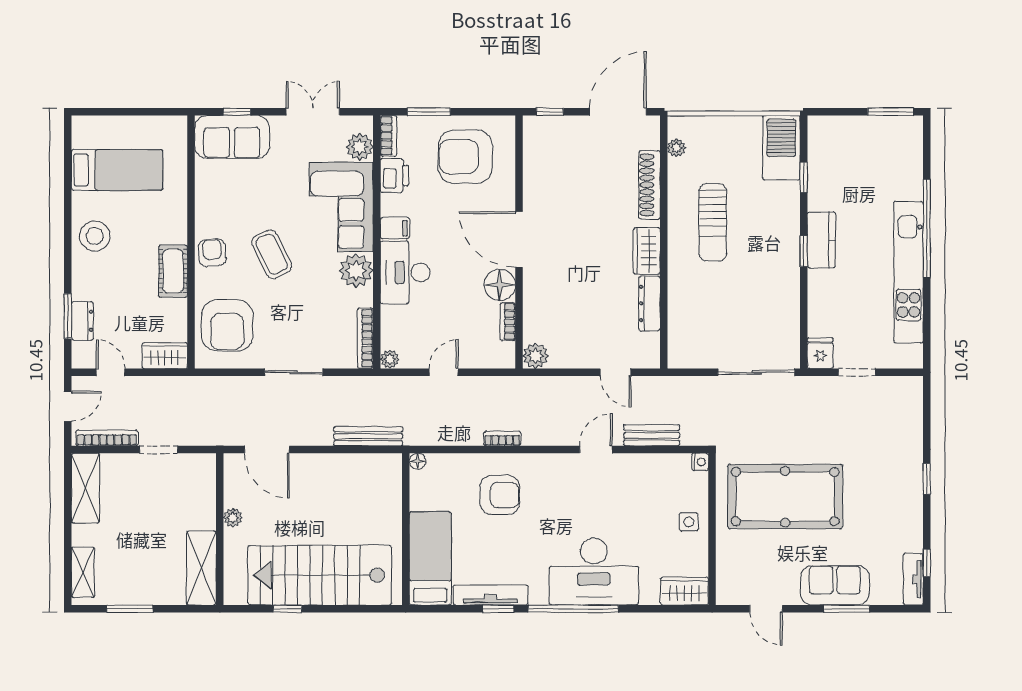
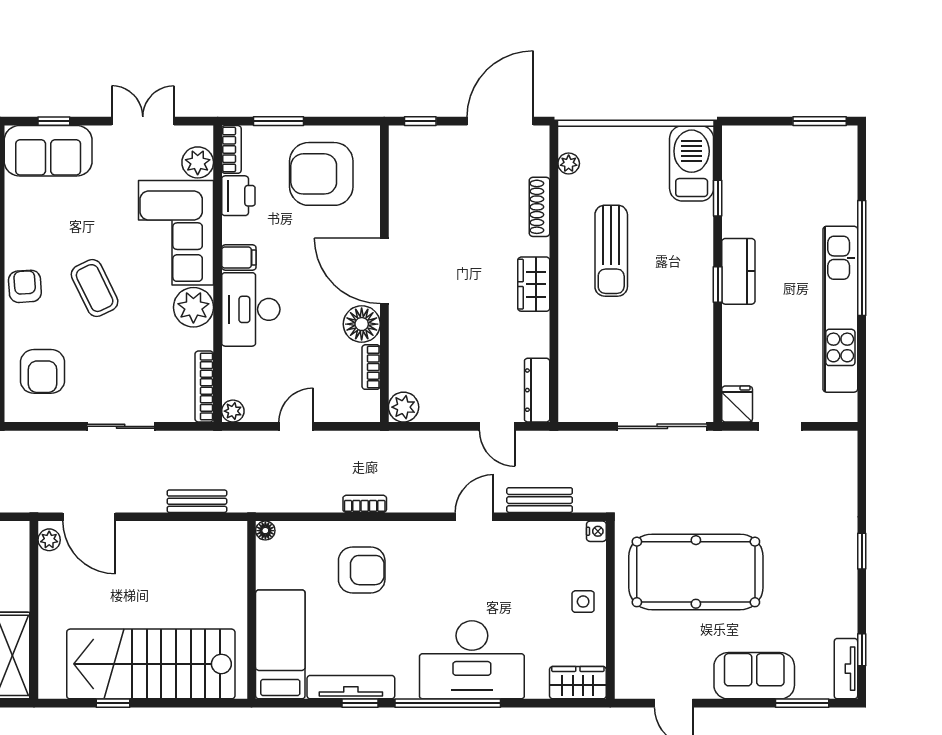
shoe rack: (650, 185) -> (539, 207), width x0.74, depth x0.81
dresser: (649, 303) -> (537, 390), moved
armchair: (227, 325) -> (42, 371), width x0.73, depth x0.73
bench: (368, 436) -> (197, 501), width x0.73
plant: (233, 518) -> (49, 540), moved
window: (847, 609) -> (802, 703), moved

